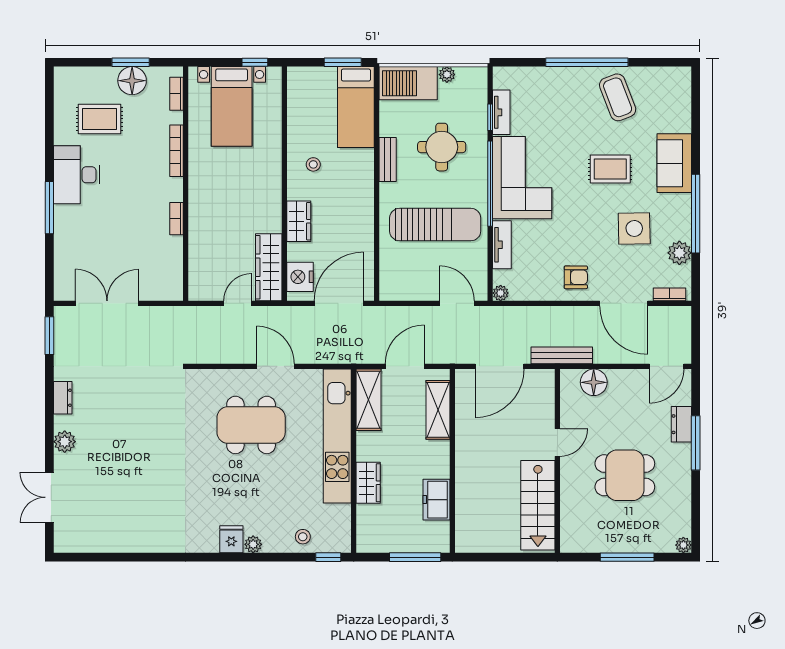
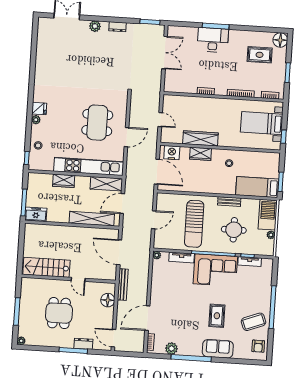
floor lamp: (132, 81) -> (280, 40), moved
rug: (99, 119) -> (260, 55), turned 90
desk: (77, 175) -> (213, 40), moved
side table: (634, 228) -> (186, 326), removed
wardrobe: (269, 267) -> (200, 138), moved
armchair: (576, 277) -> (258, 346), moved
door: (457, 303) -> (154, 220), moved
door: (405, 366) -> (122, 204), swing flipped
shelving: (438, 410) -> (92, 219), width x1.47
freezer: (436, 500) -> (36, 214), moved

